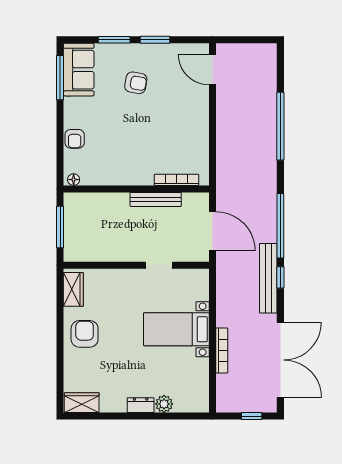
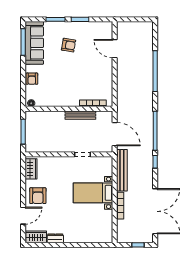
sofa: (79, 70) -> (34, 43), width x1.36
door: (213, 70) -> (115, 49), moved
bench: (268, 278) -> (122, 170), moved
armchair: (85, 334) -> (38, 196), turned 180
door: (60, 367) -> (23, 216), added
plant: (164, 404) -> (85, 238), removed
dresser: (141, 405) -> (55, 238), moved

